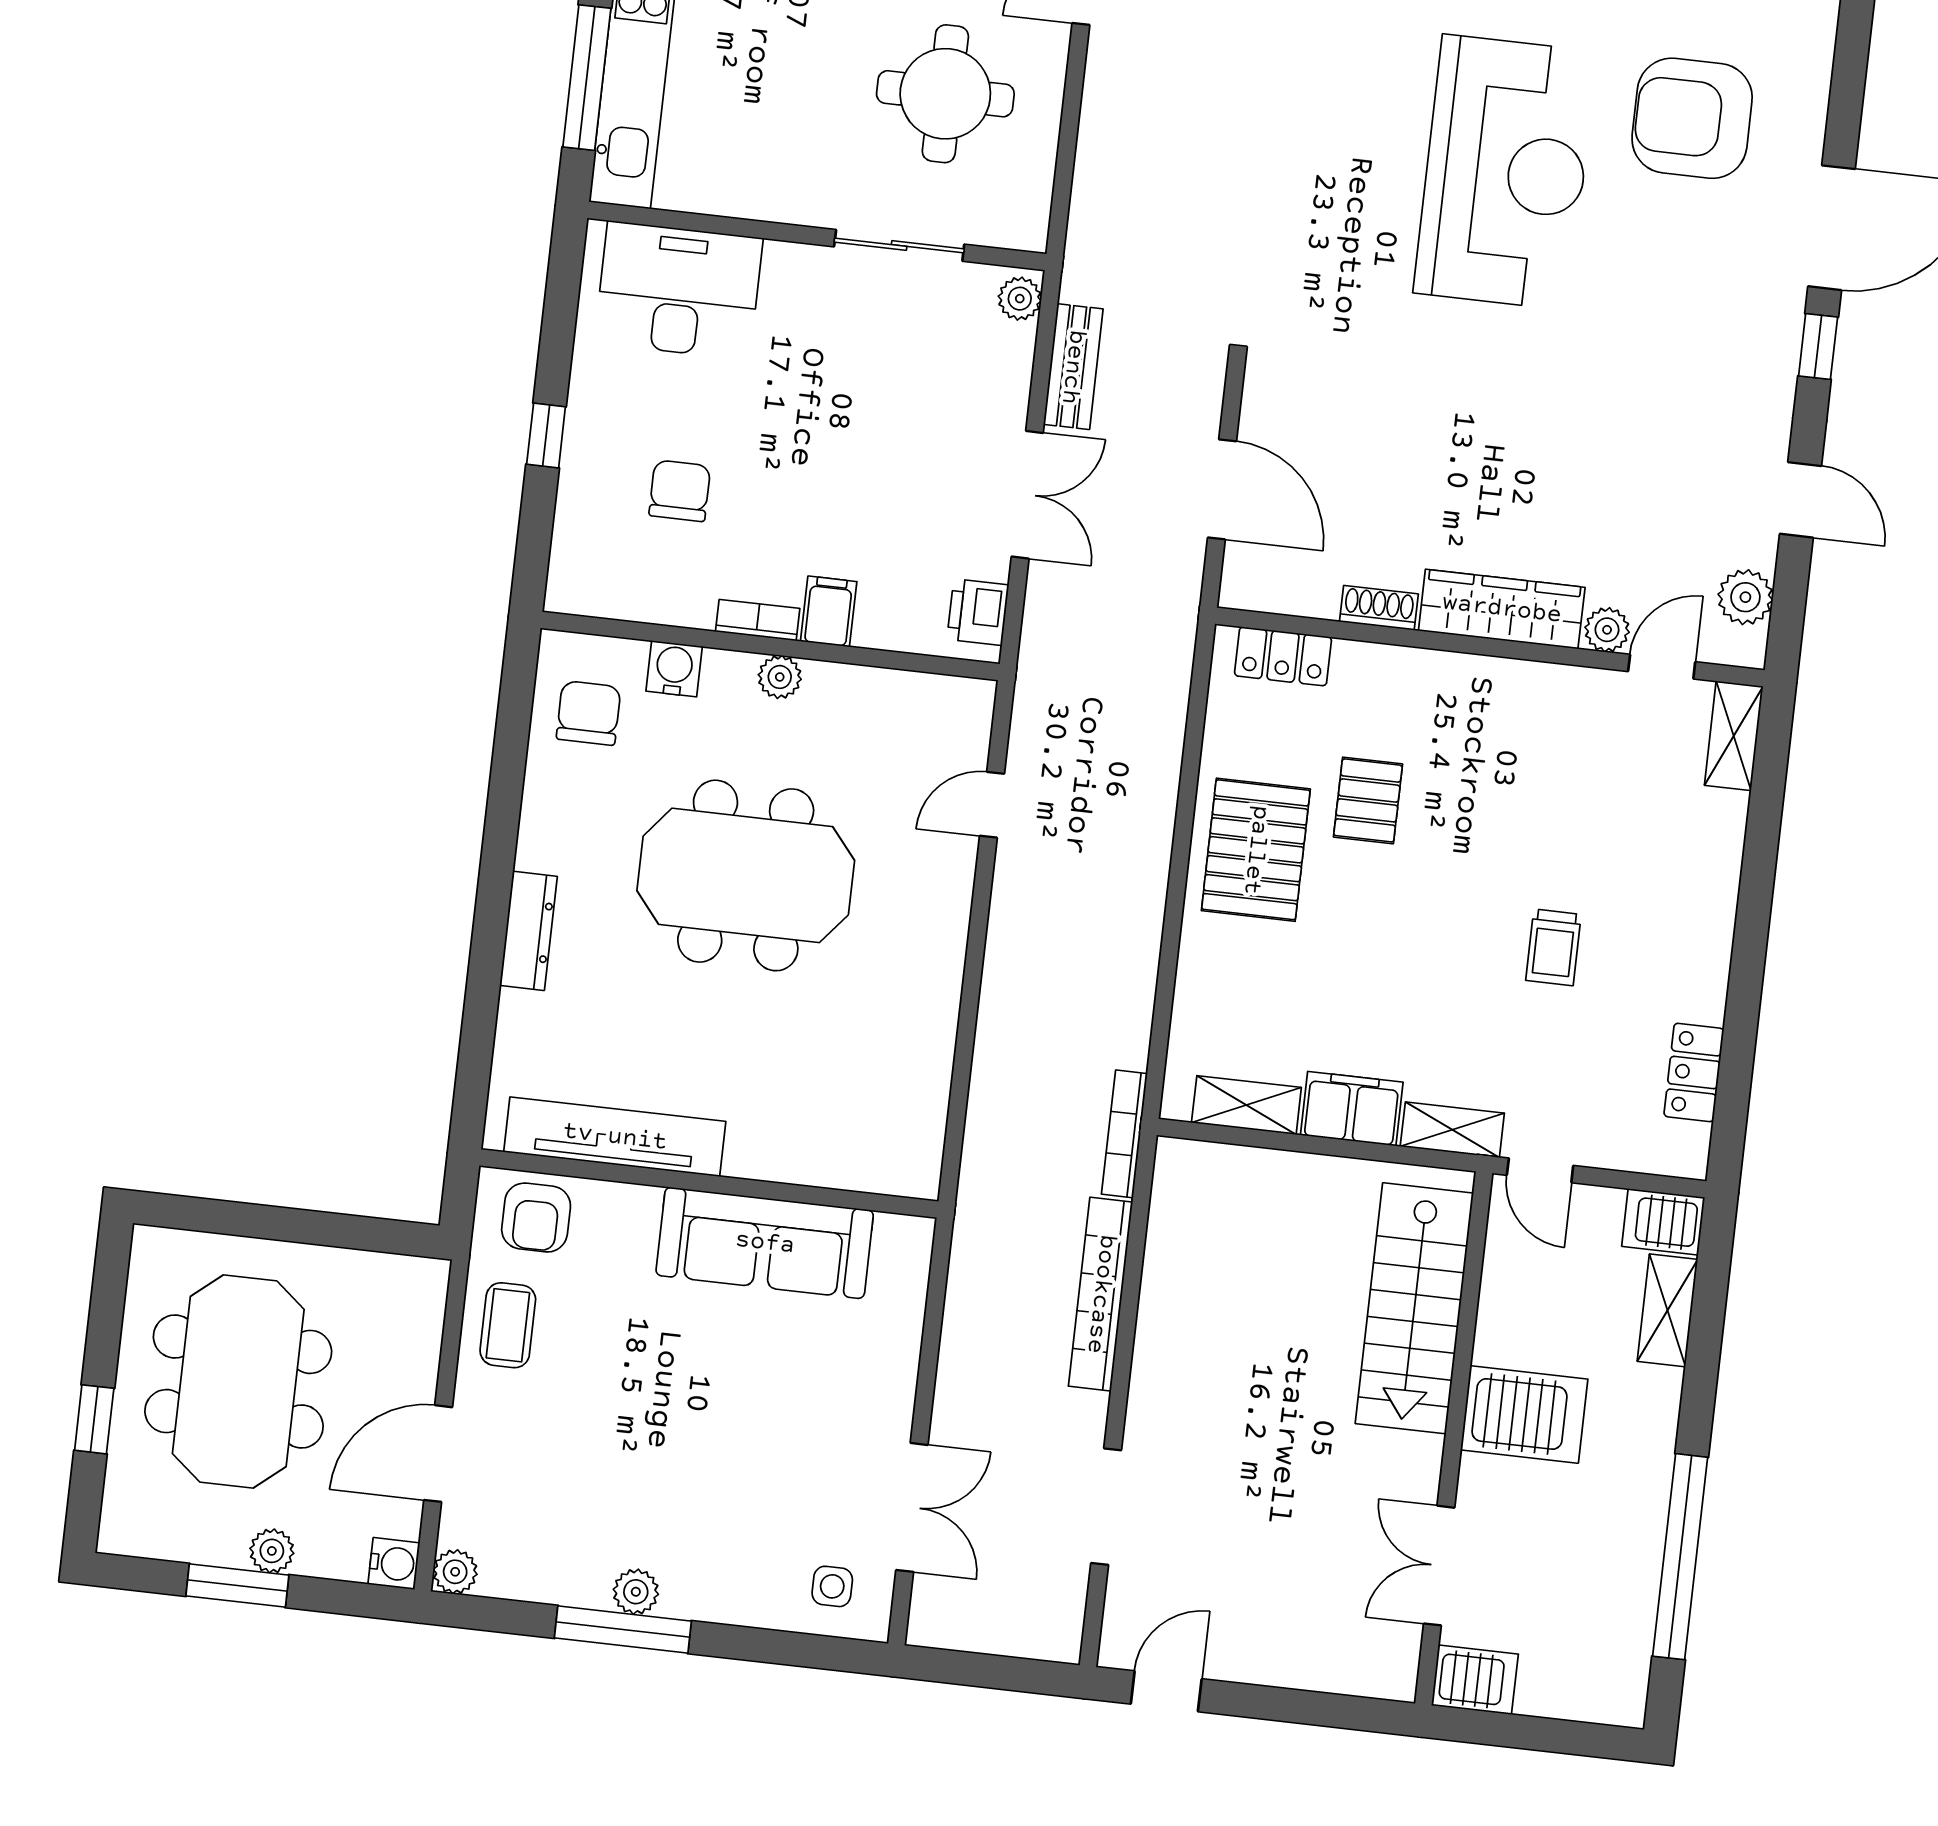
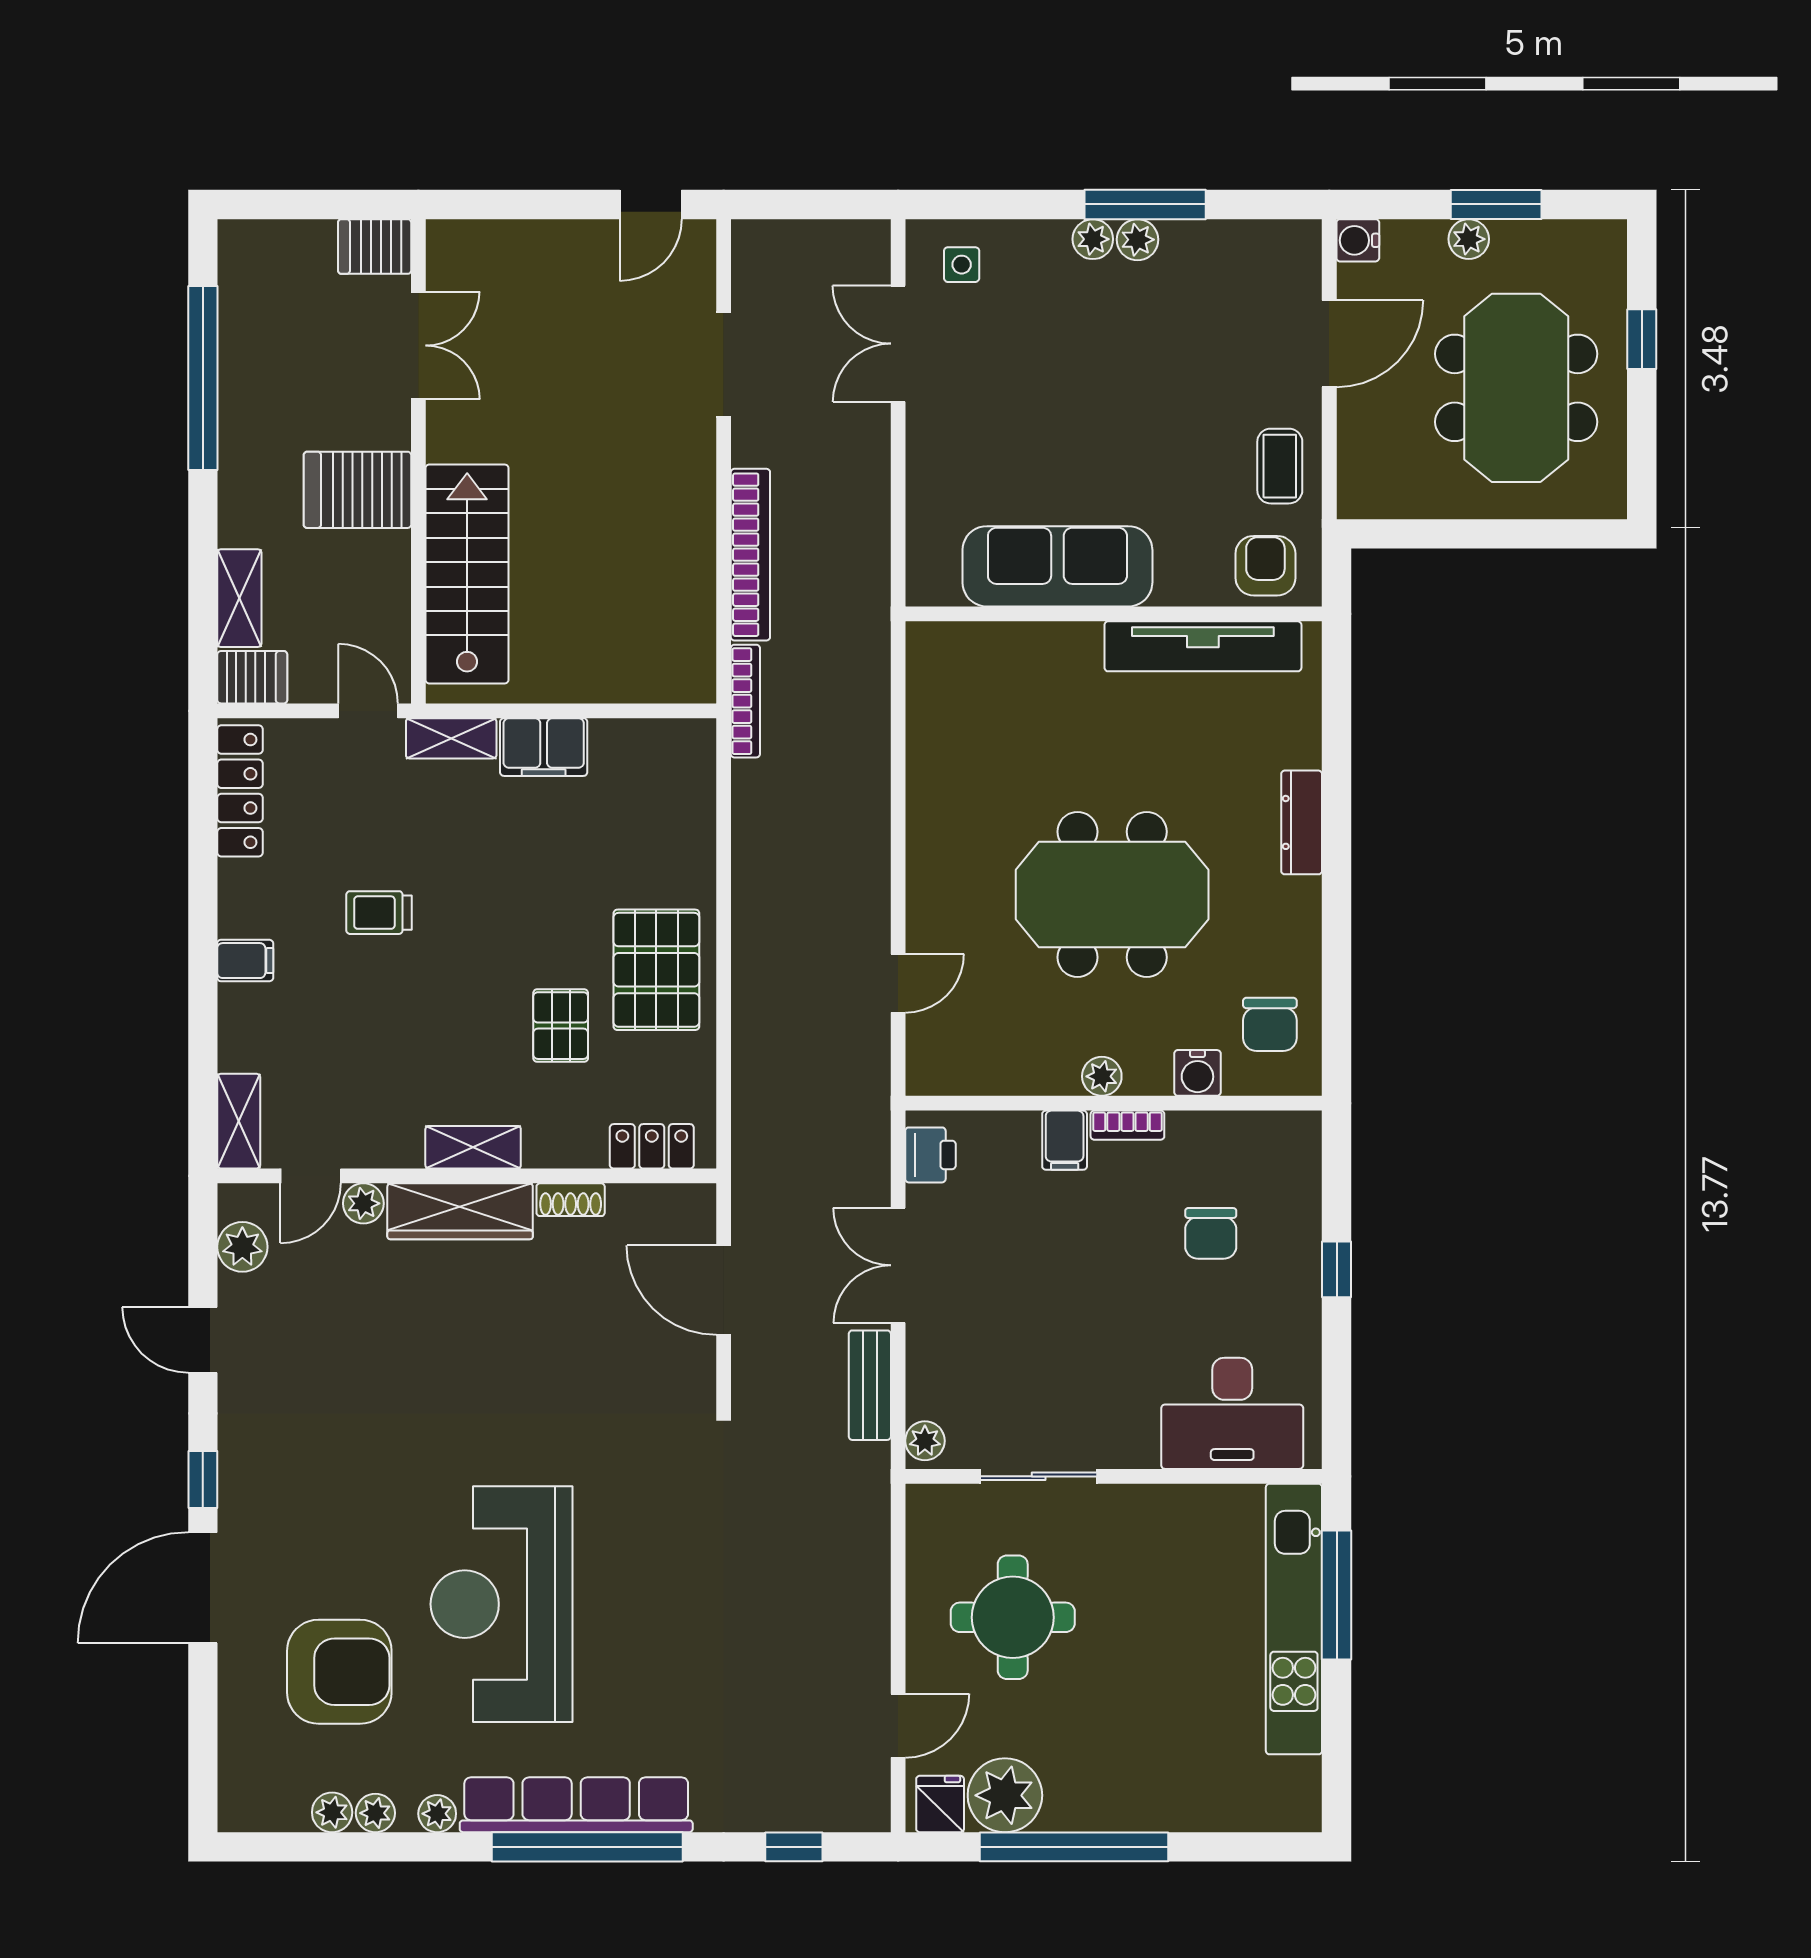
filing cabinet: (1706, 911) -> (245, 961), added
trolley: (1553, 947) -> (379, 913), turned -90
locker: (1694, 1072) -> (240, 791), width x1.53
shelving: (1246, 1105) -> (473, 1147), moved
plant: (455, 1572) -> (1093, 239), moved

